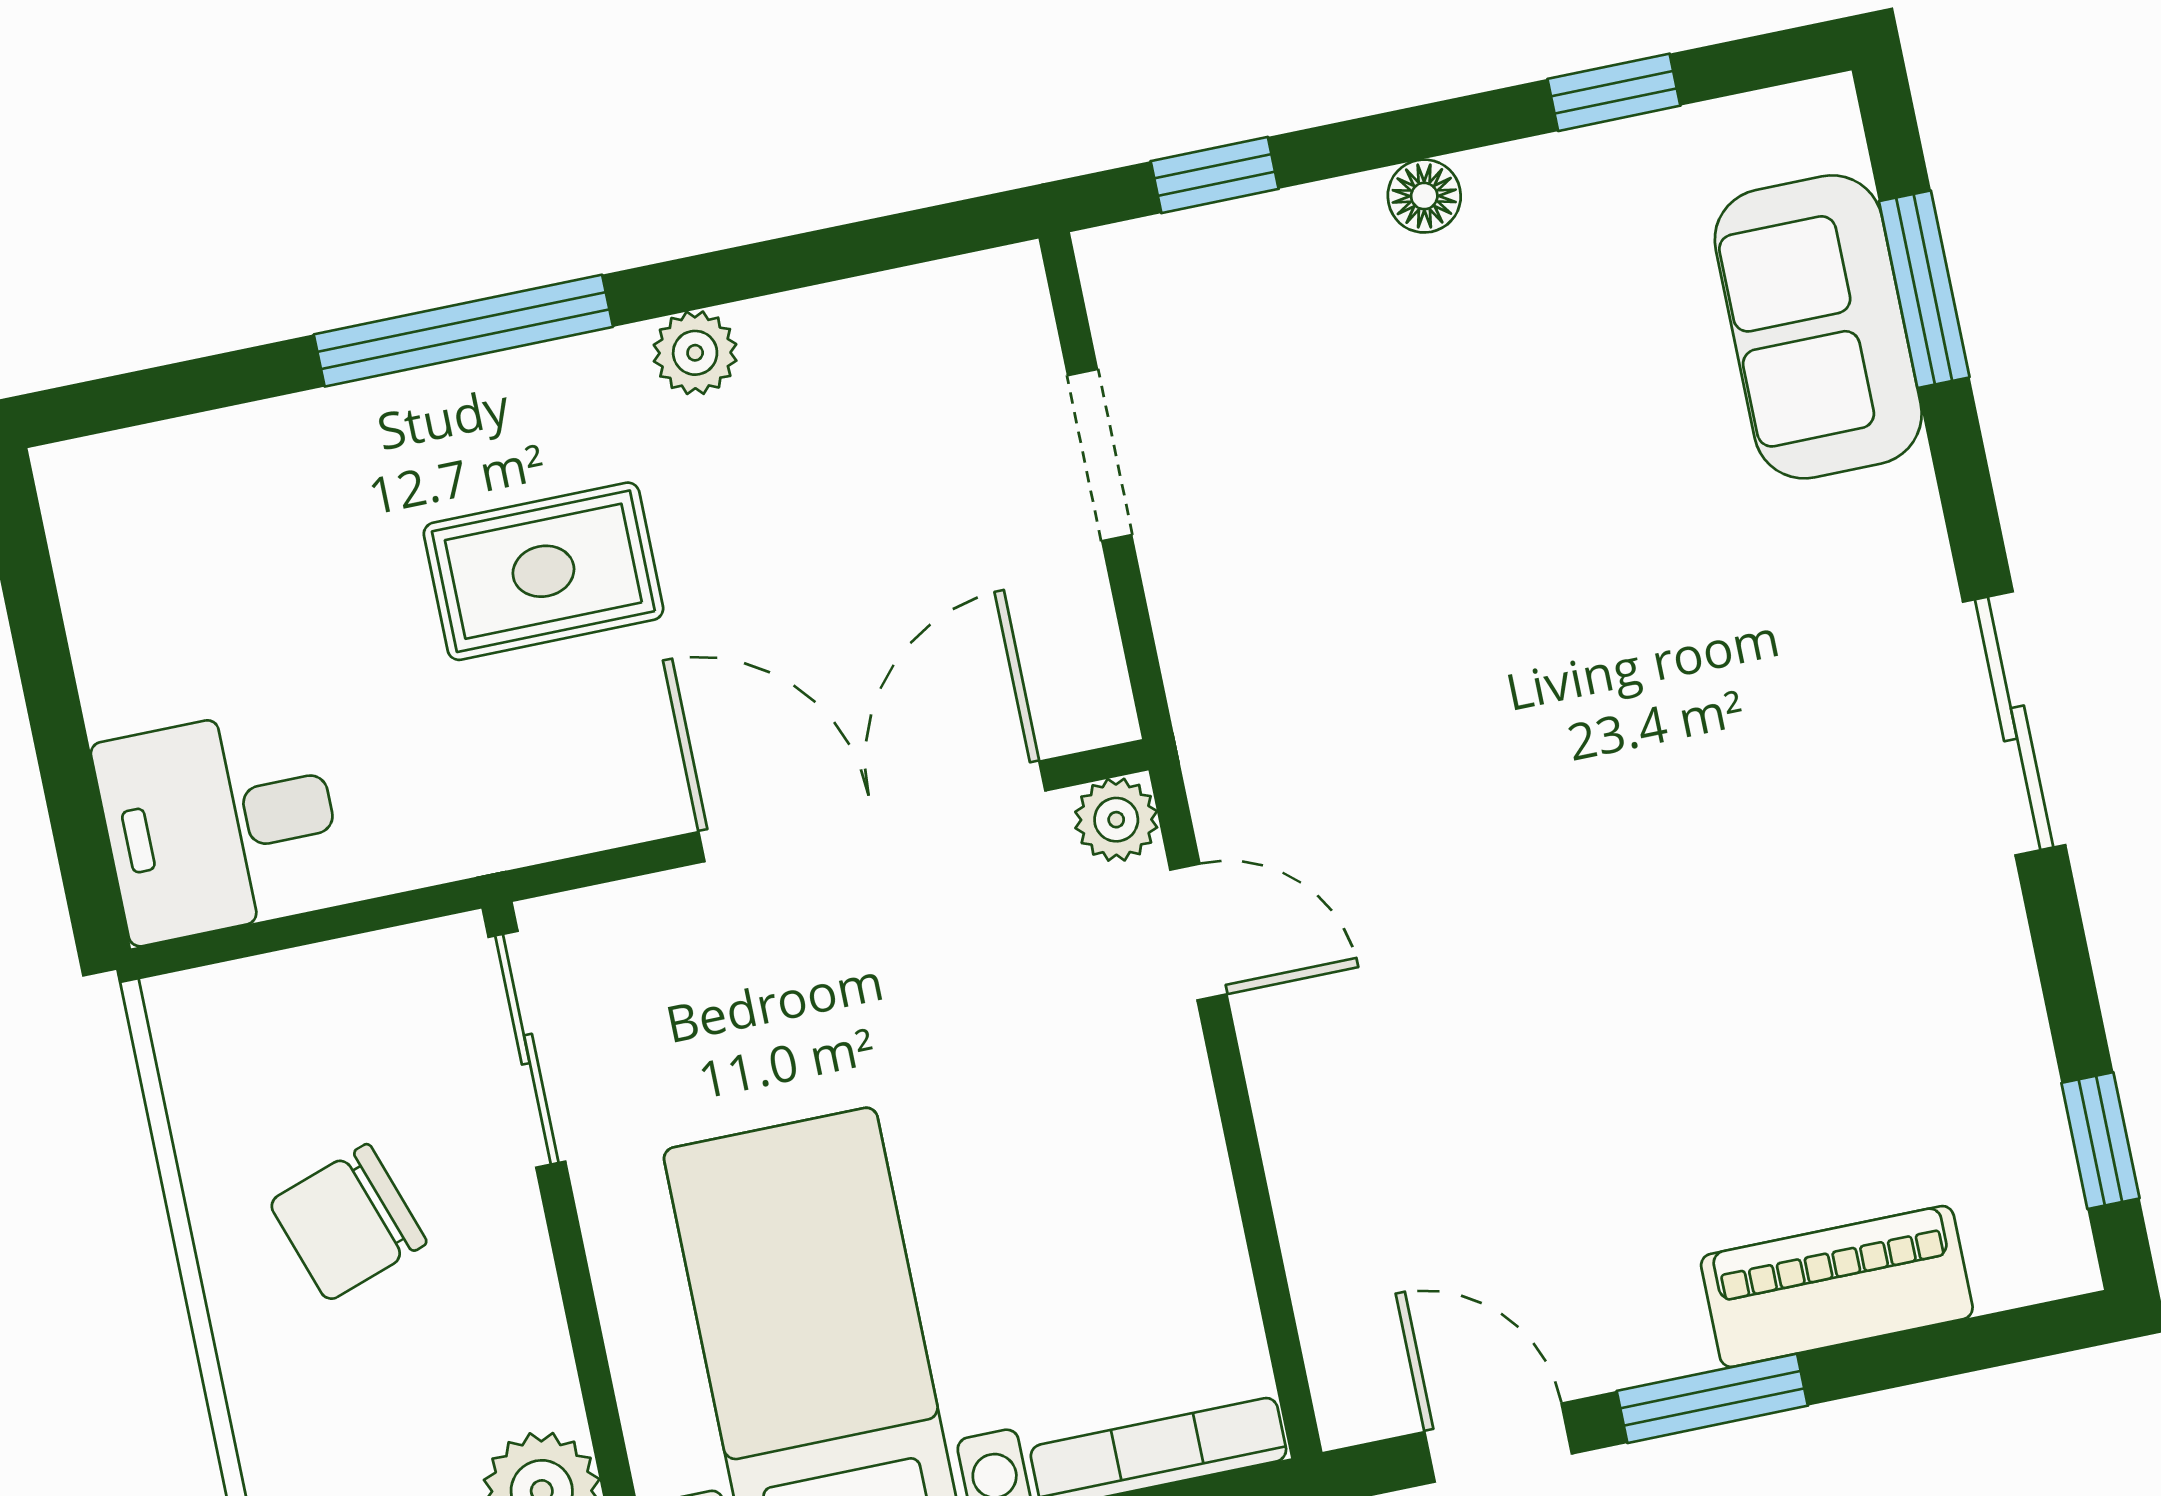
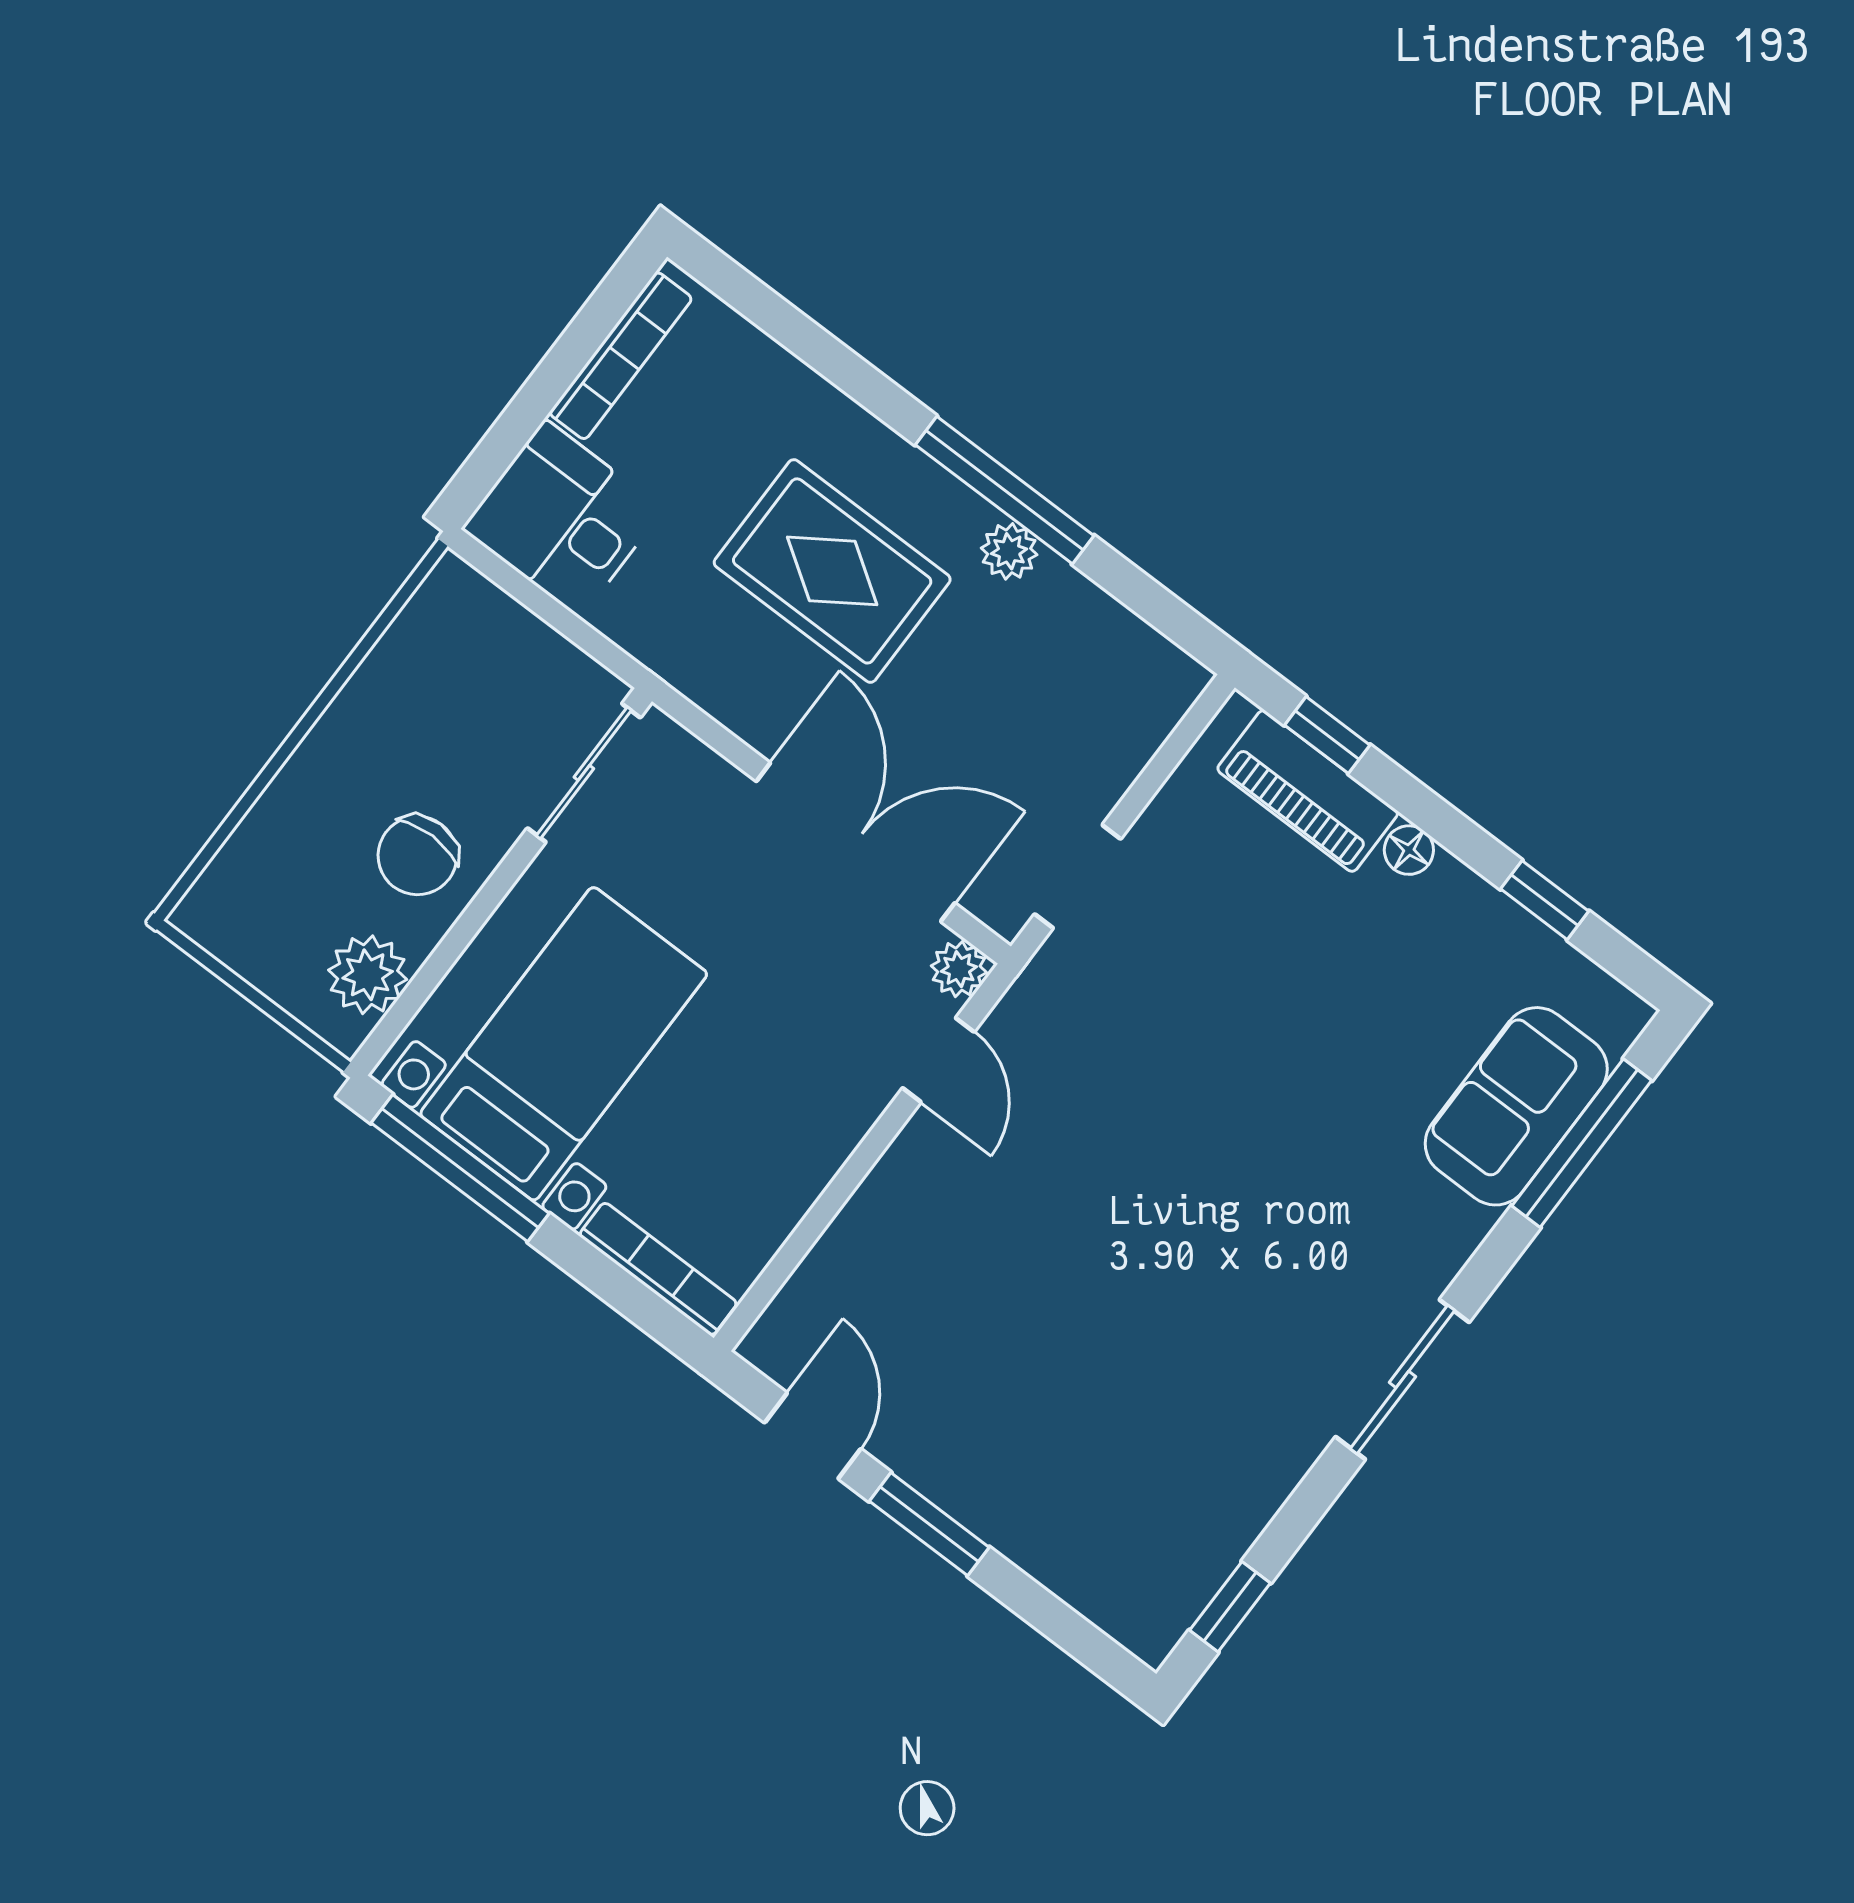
window: (1924, 289) -> (1582, 1143), width x1.44
window: (463, 331) -> (1005, 490), moved
doorway: (1100, 455) -> (1078, 876), moved
rug: (543, 571) -> (832, 571), width x1.36, depth x1.43
bookcase: (93, 598) -> (621, 356), added
chair: (348, 1223) -> (417, 856), moved, turned -71
piano: (1837, 1286) -> (1308, 791), moved, turned 180

